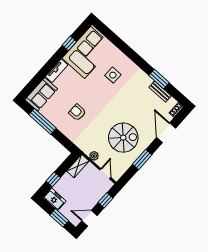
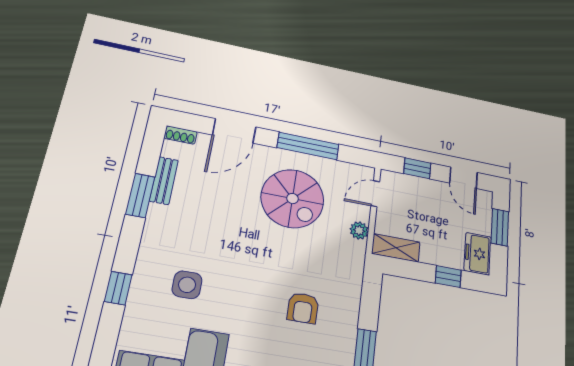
window: (127, 50) -> (118, 288), added
spiral stairs: (123, 138) -> (292, 199), turned 180
window: (142, 159) -> (308, 146), width x1.44

